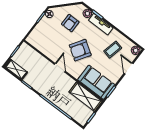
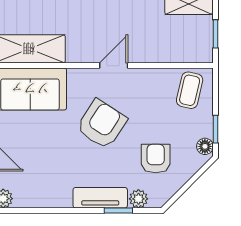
coffee table: (113, 50) -> (190, 90), moved
door: (60, 68) -> (114, 66), swing flipped

